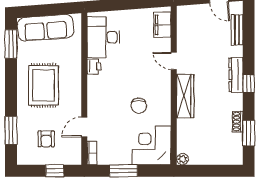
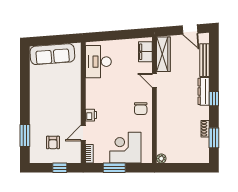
bench: (237, 30) -> (205, 60), width x1.36
window: (11, 44) -> (25, 67), removed
printer: (94, 66) -> (91, 115), moved
rug: (44, 85) -> (51, 100), removed
wardrobe: (185, 96) -> (163, 54), moved
chair: (139, 106) -> (141, 109), moved
corner desk: (151, 145) -> (125, 148), moved

